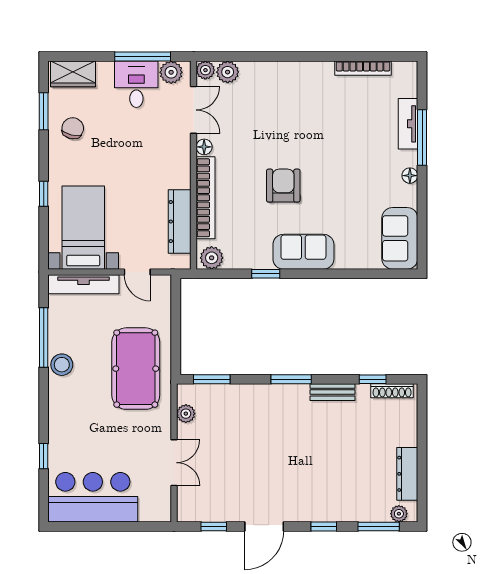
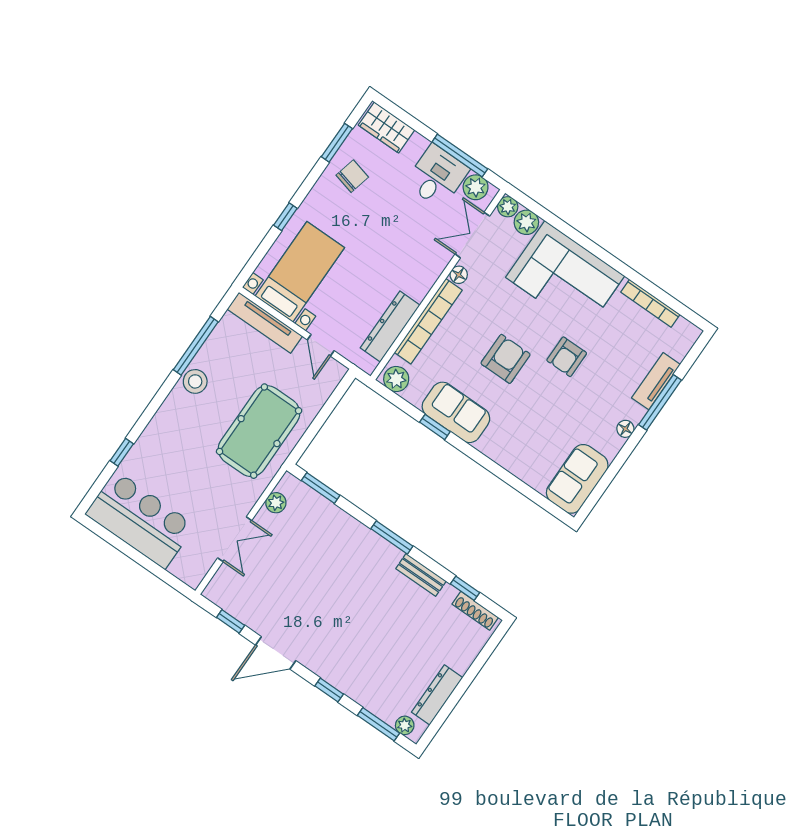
corner sofa: (285, 93) -> (565, 277), added
double door: (194, 110) -> (472, 235), swing flipped
armchair: (328, 152) -> (567, 357), added
sofa: (303, 252) -> (456, 412), moved

